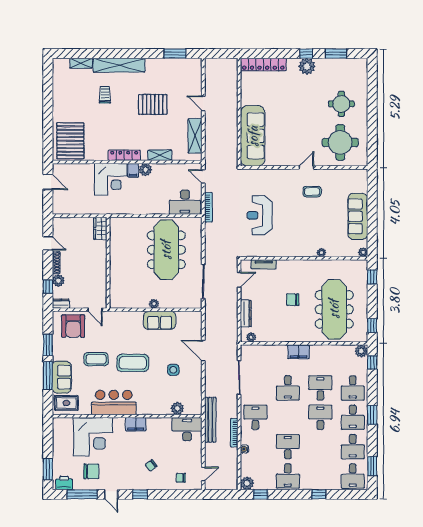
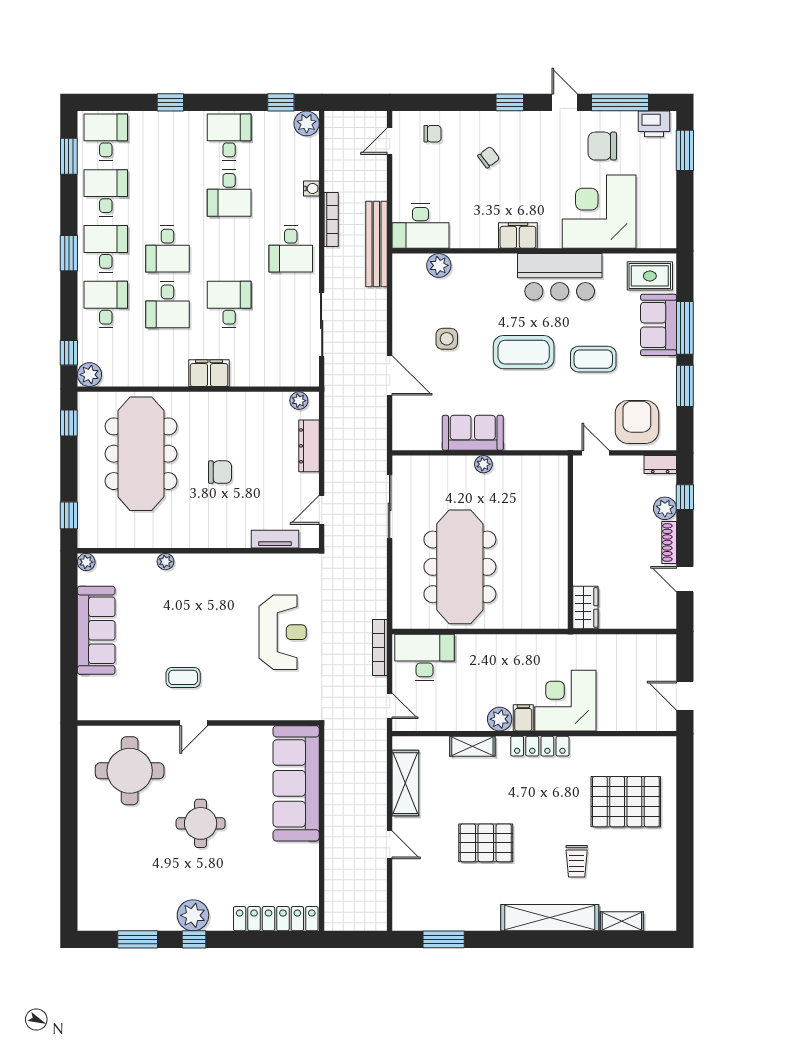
round table: (341, 104) -> (201, 823), moved
pallet: (70, 141) -> (626, 802), moved, turned 90

